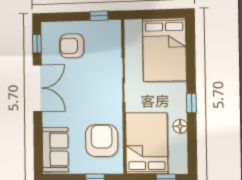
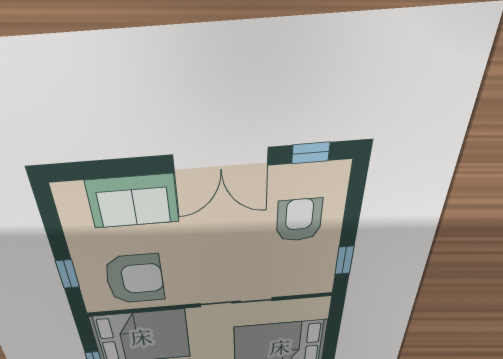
sofa: (55, 150) -> (133, 201), moved

